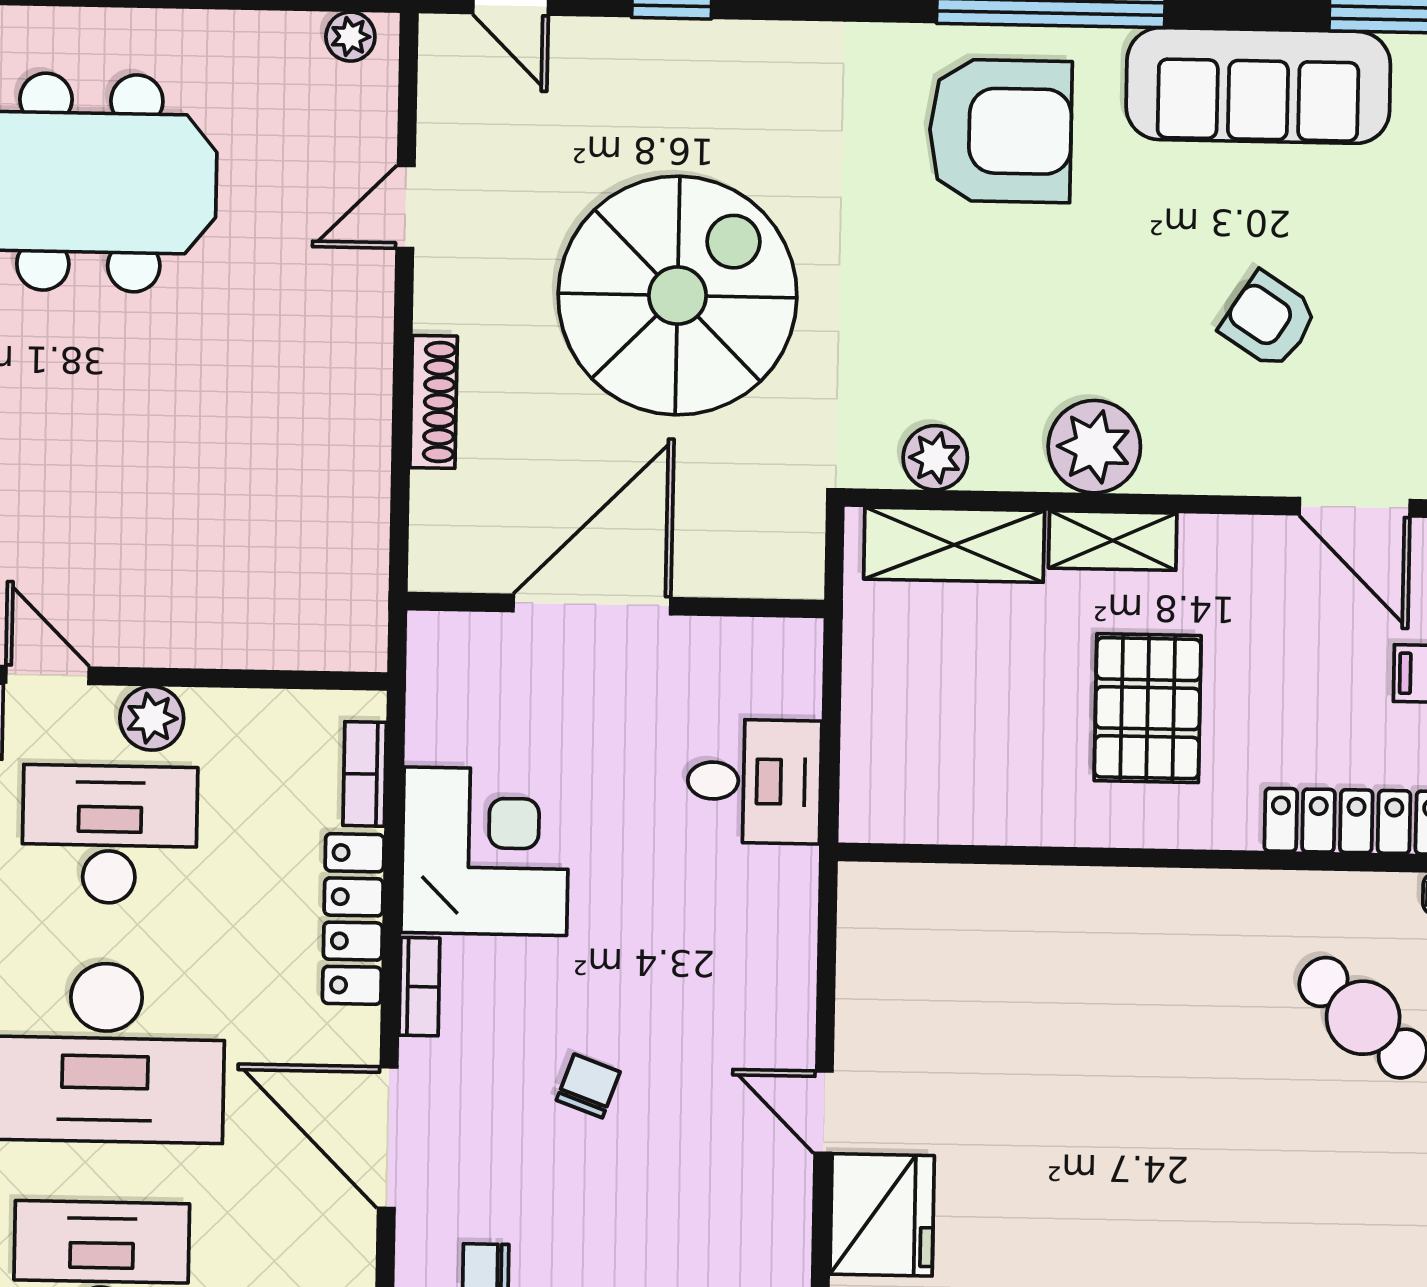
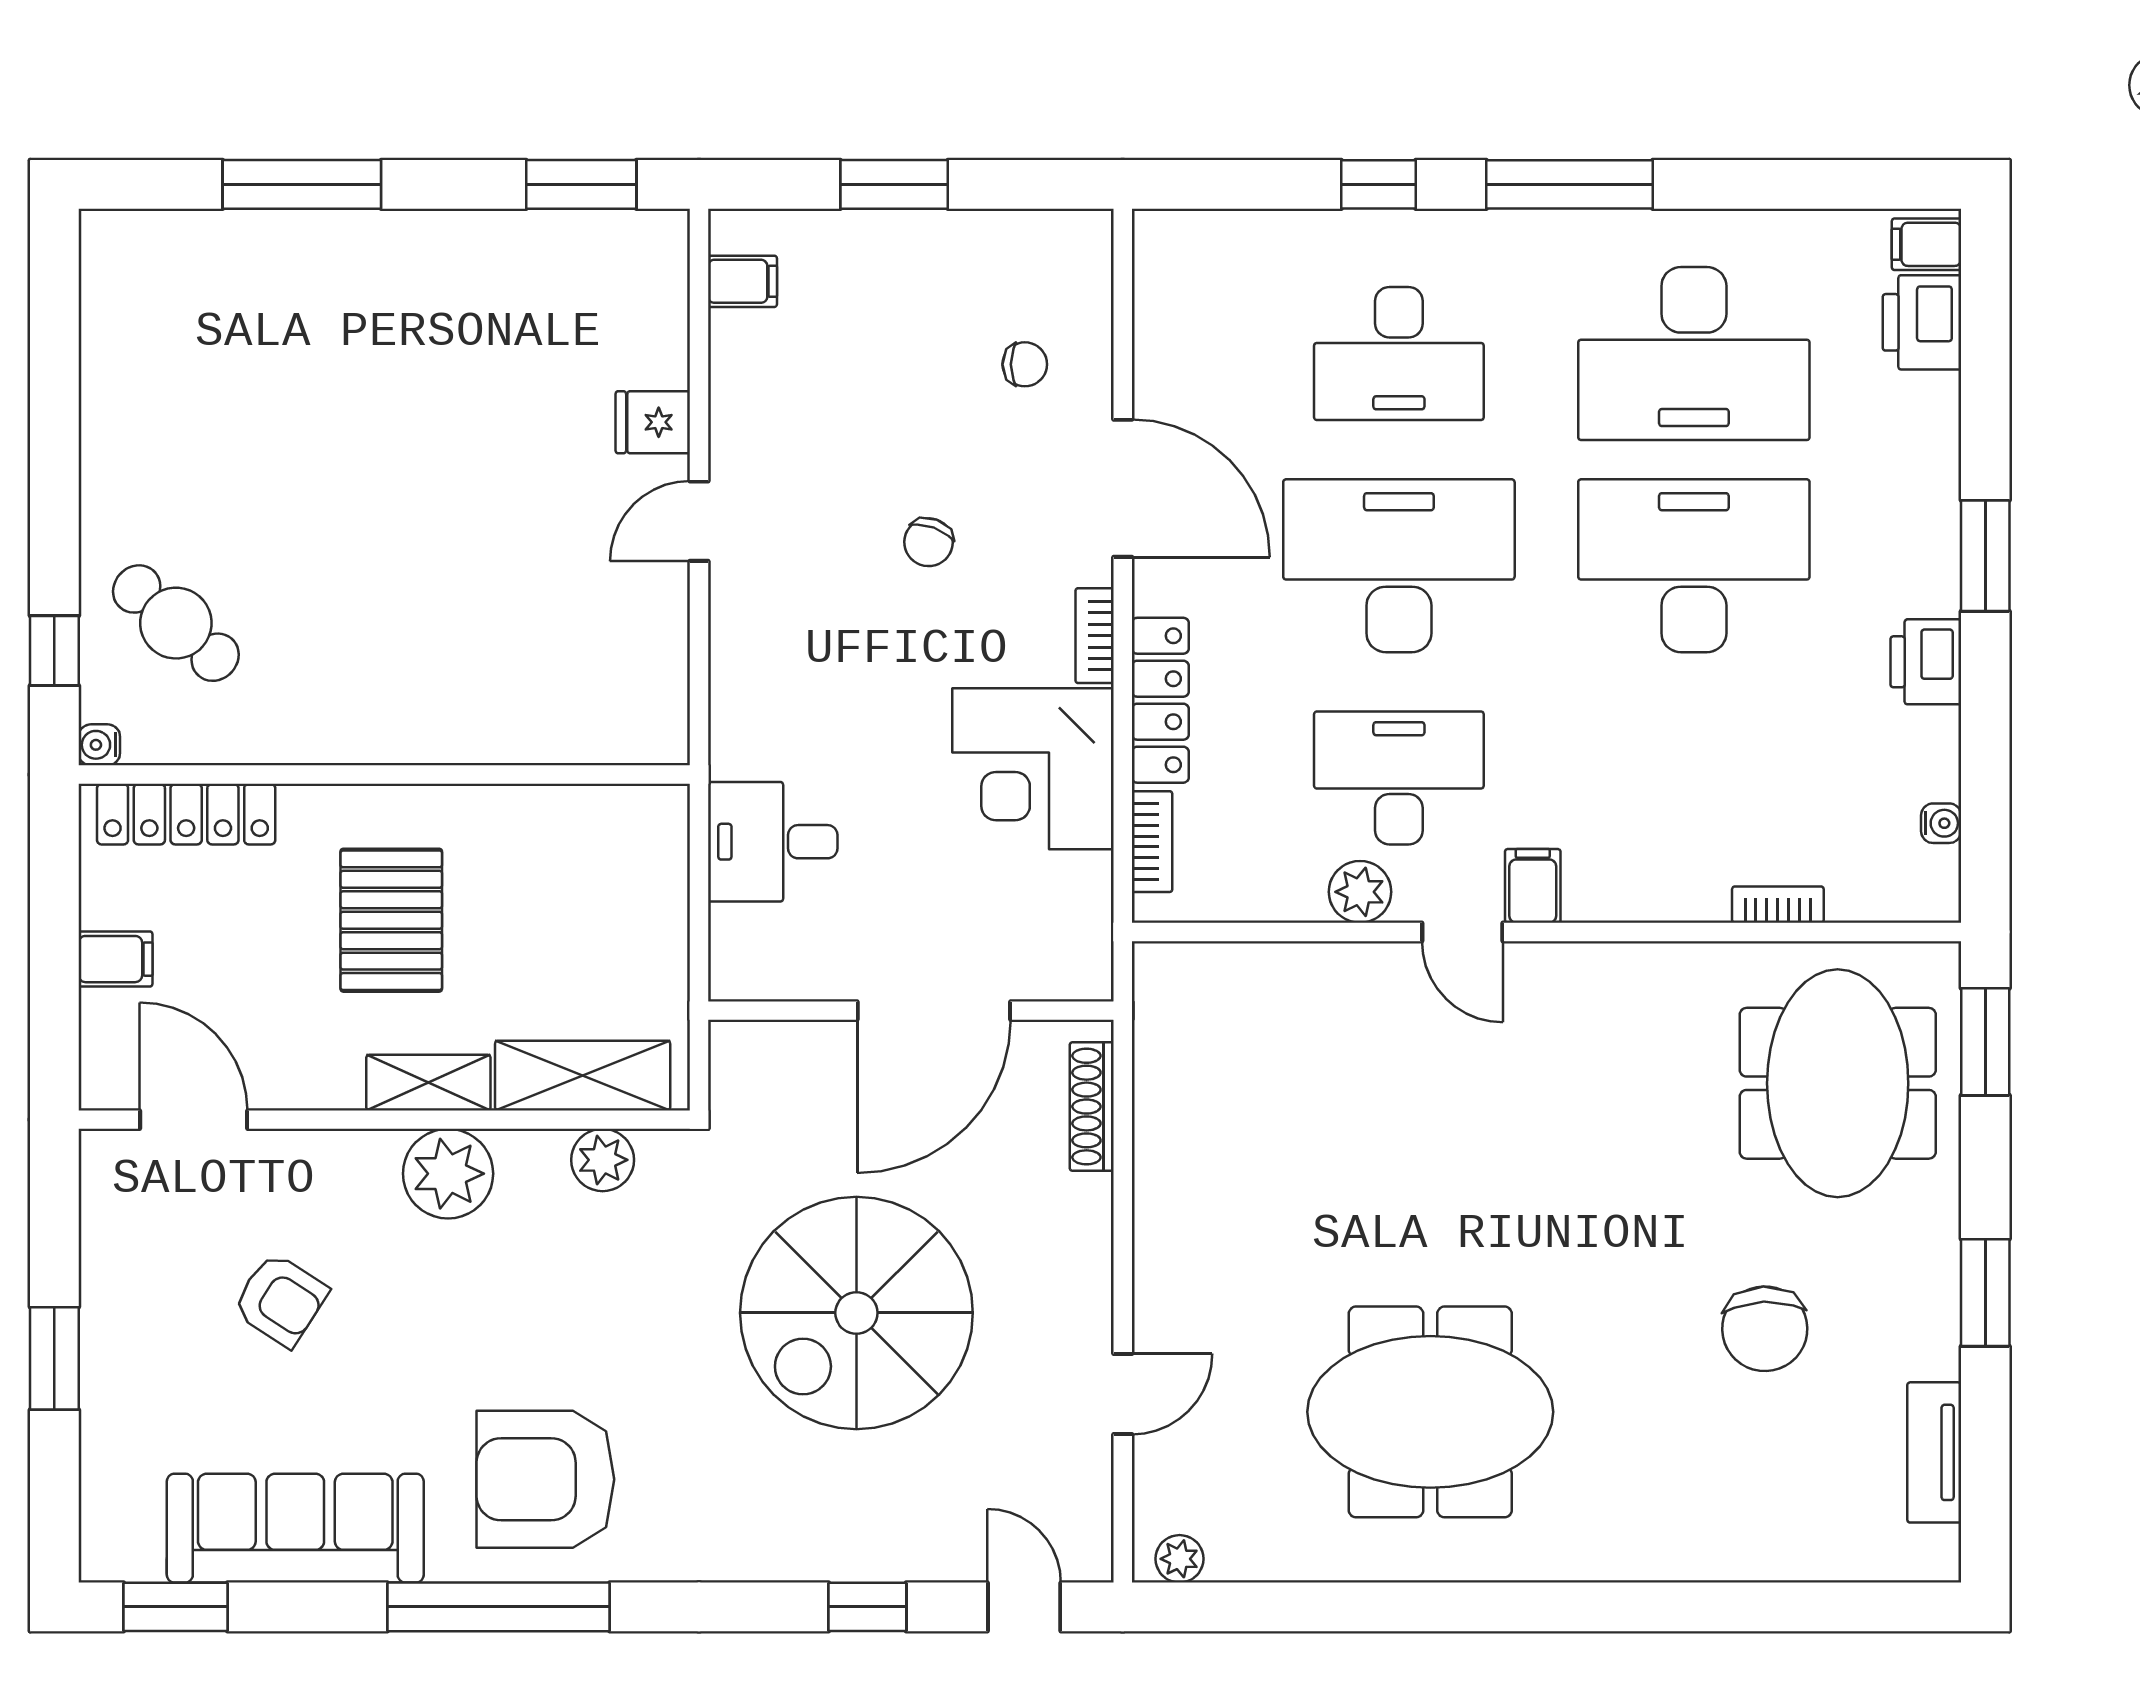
shoe rack: (434, 402) -> (1092, 1107), moved
desk: (110, 834) -> (1399, 778), turned 180
door: (824, 1112) -> (699, 521), swing flipped
fridge: (882, 1215) -> (653, 422), width x0.53, depth x0.75

